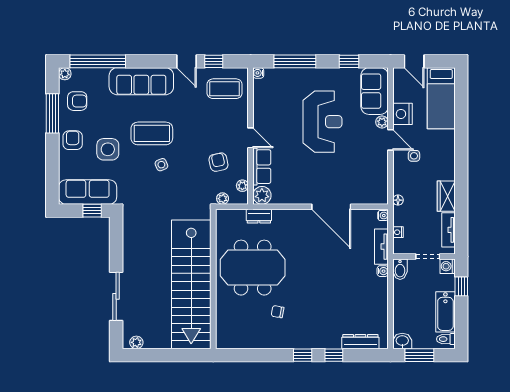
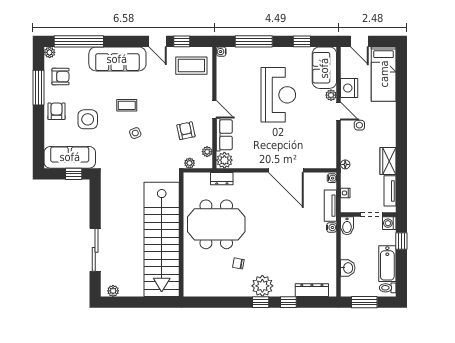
coffee table: (152, 133) -> (127, 105), width x0.54, depth x0.58
plant: (305, 337) -> (262, 286), added
washbasin: (402, 341) -> (348, 268), moved, turned 90

